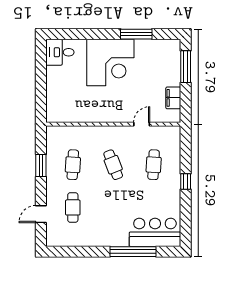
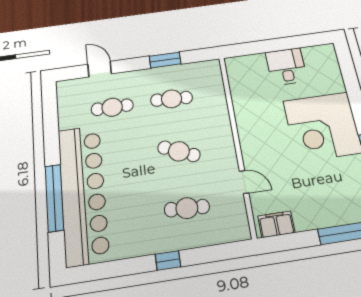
desk: (60, 52) -> (286, 66), moved
filing cabinet: (173, 98) -> (276, 224), moved
cafe table: (113, 165) -> (179, 151), turned 45
bar counter: (155, 232) -> (83, 193), width x1.86

